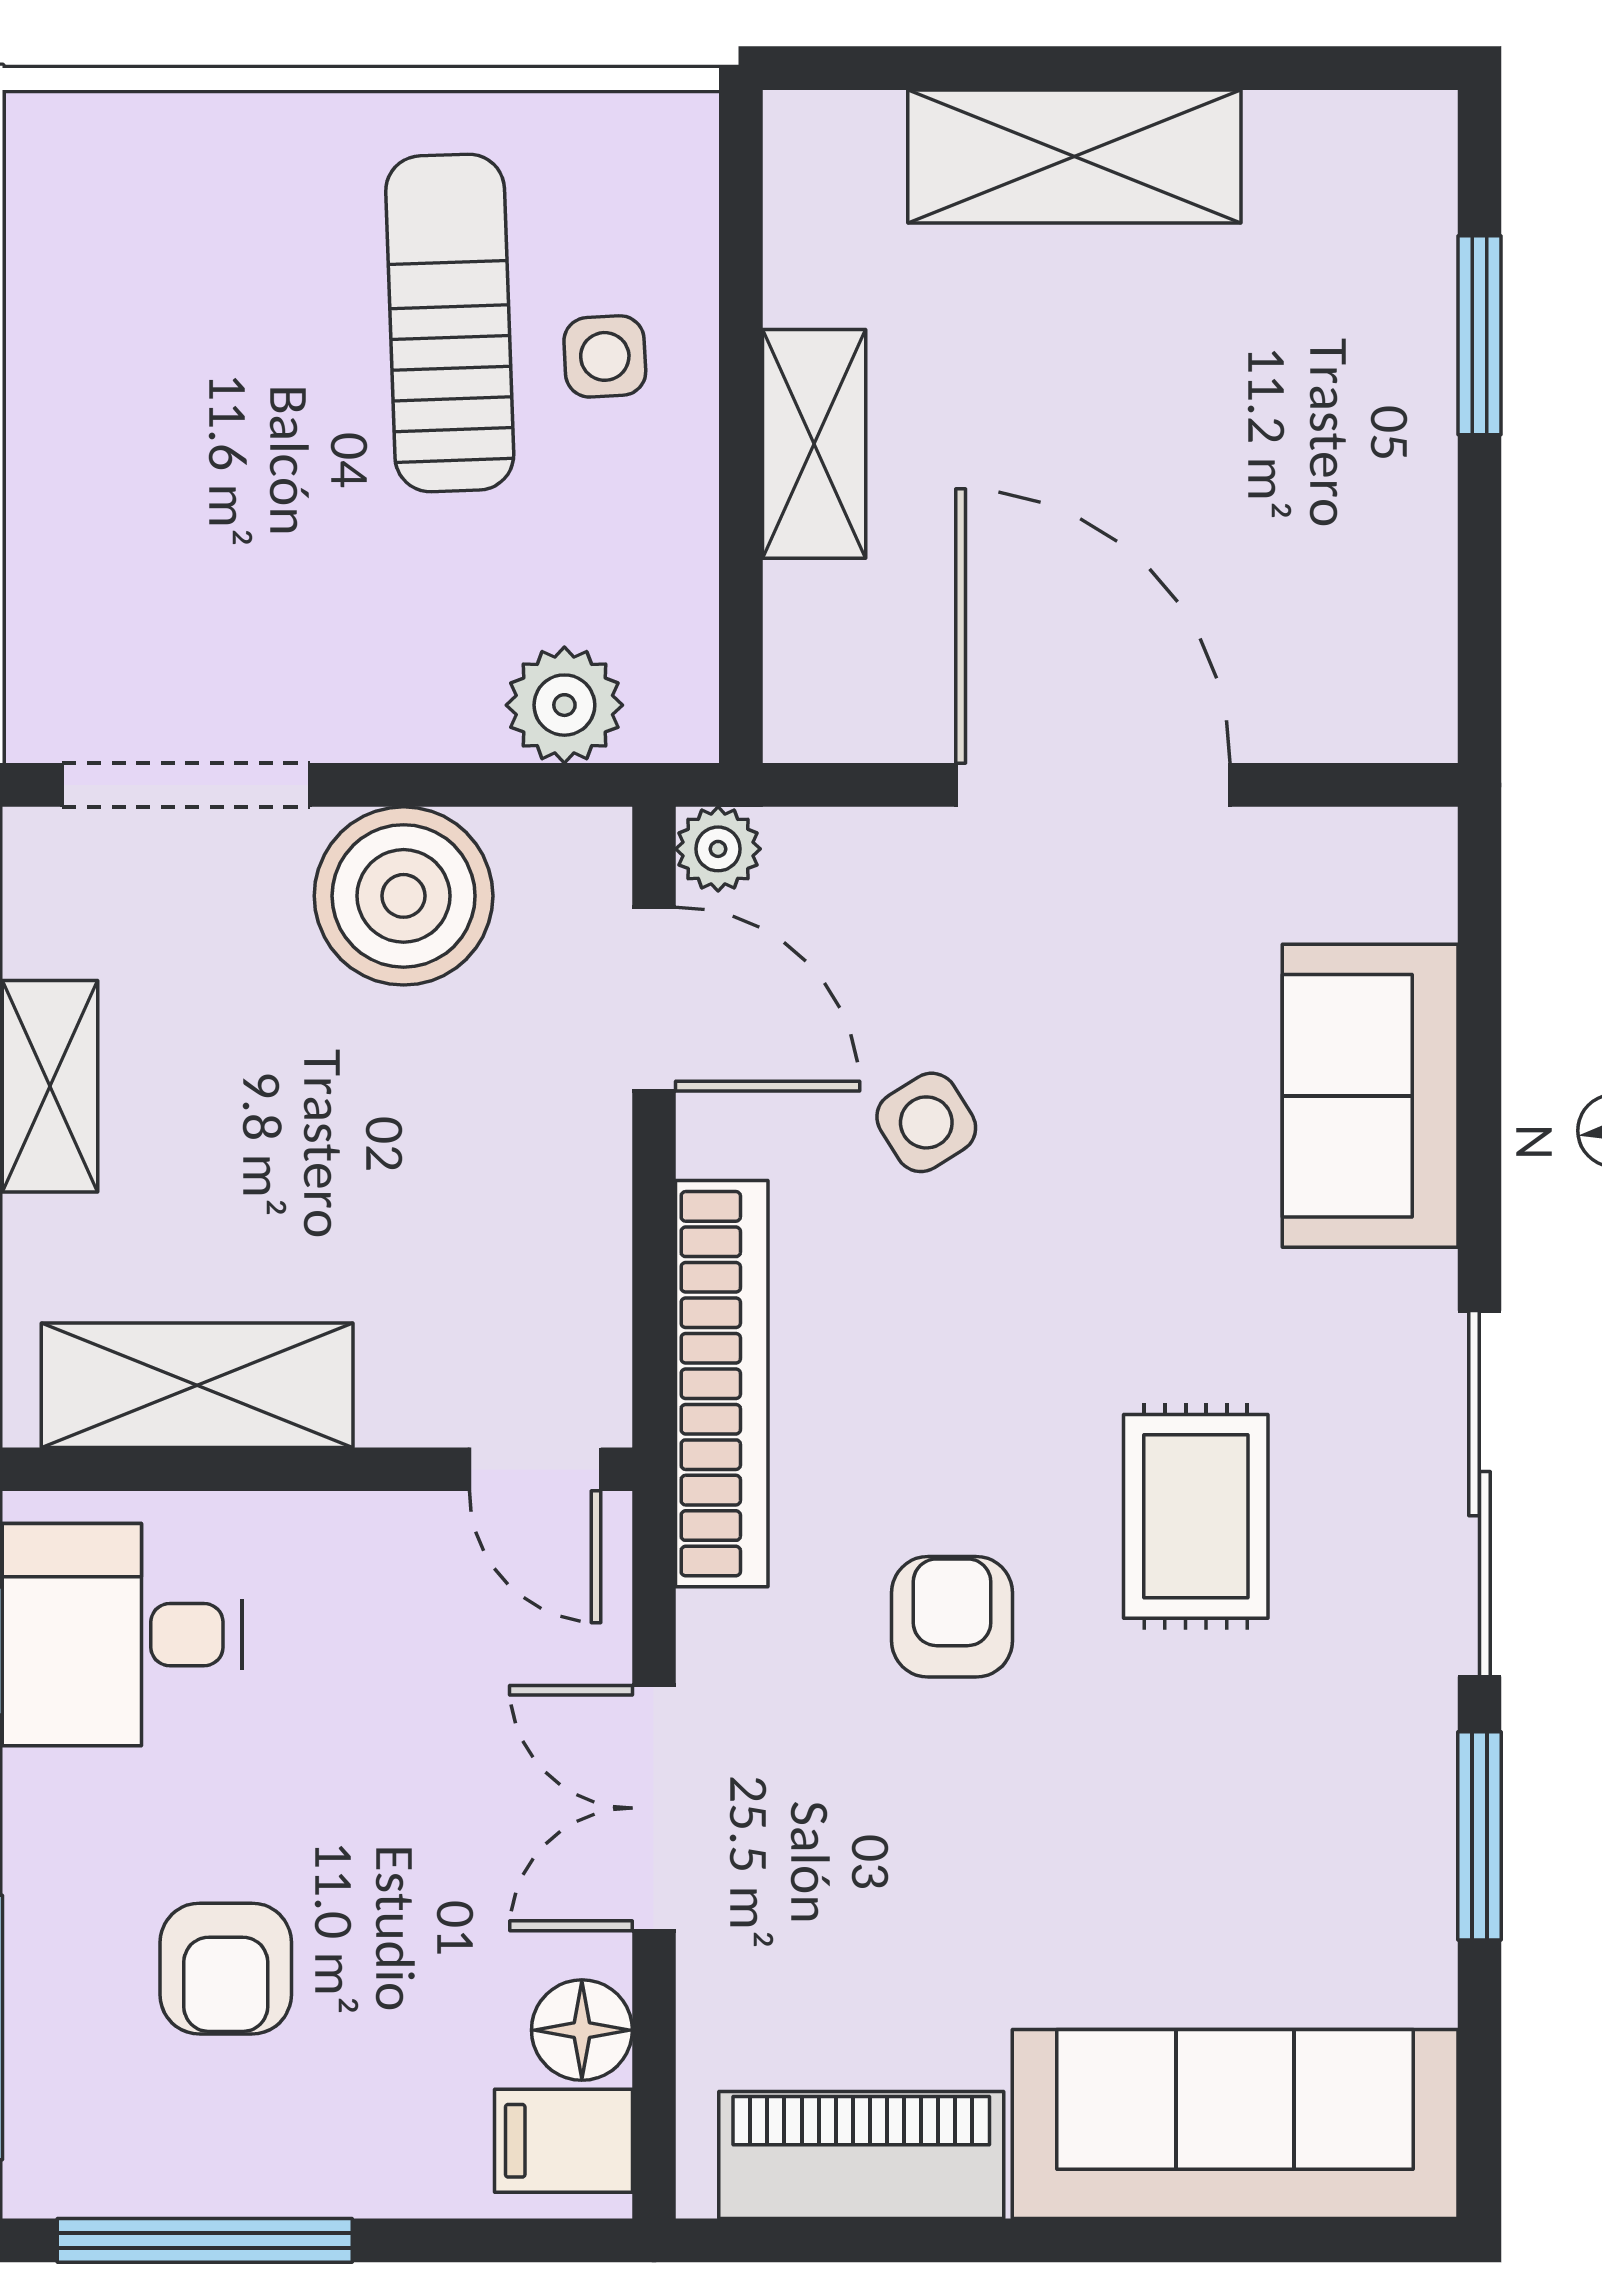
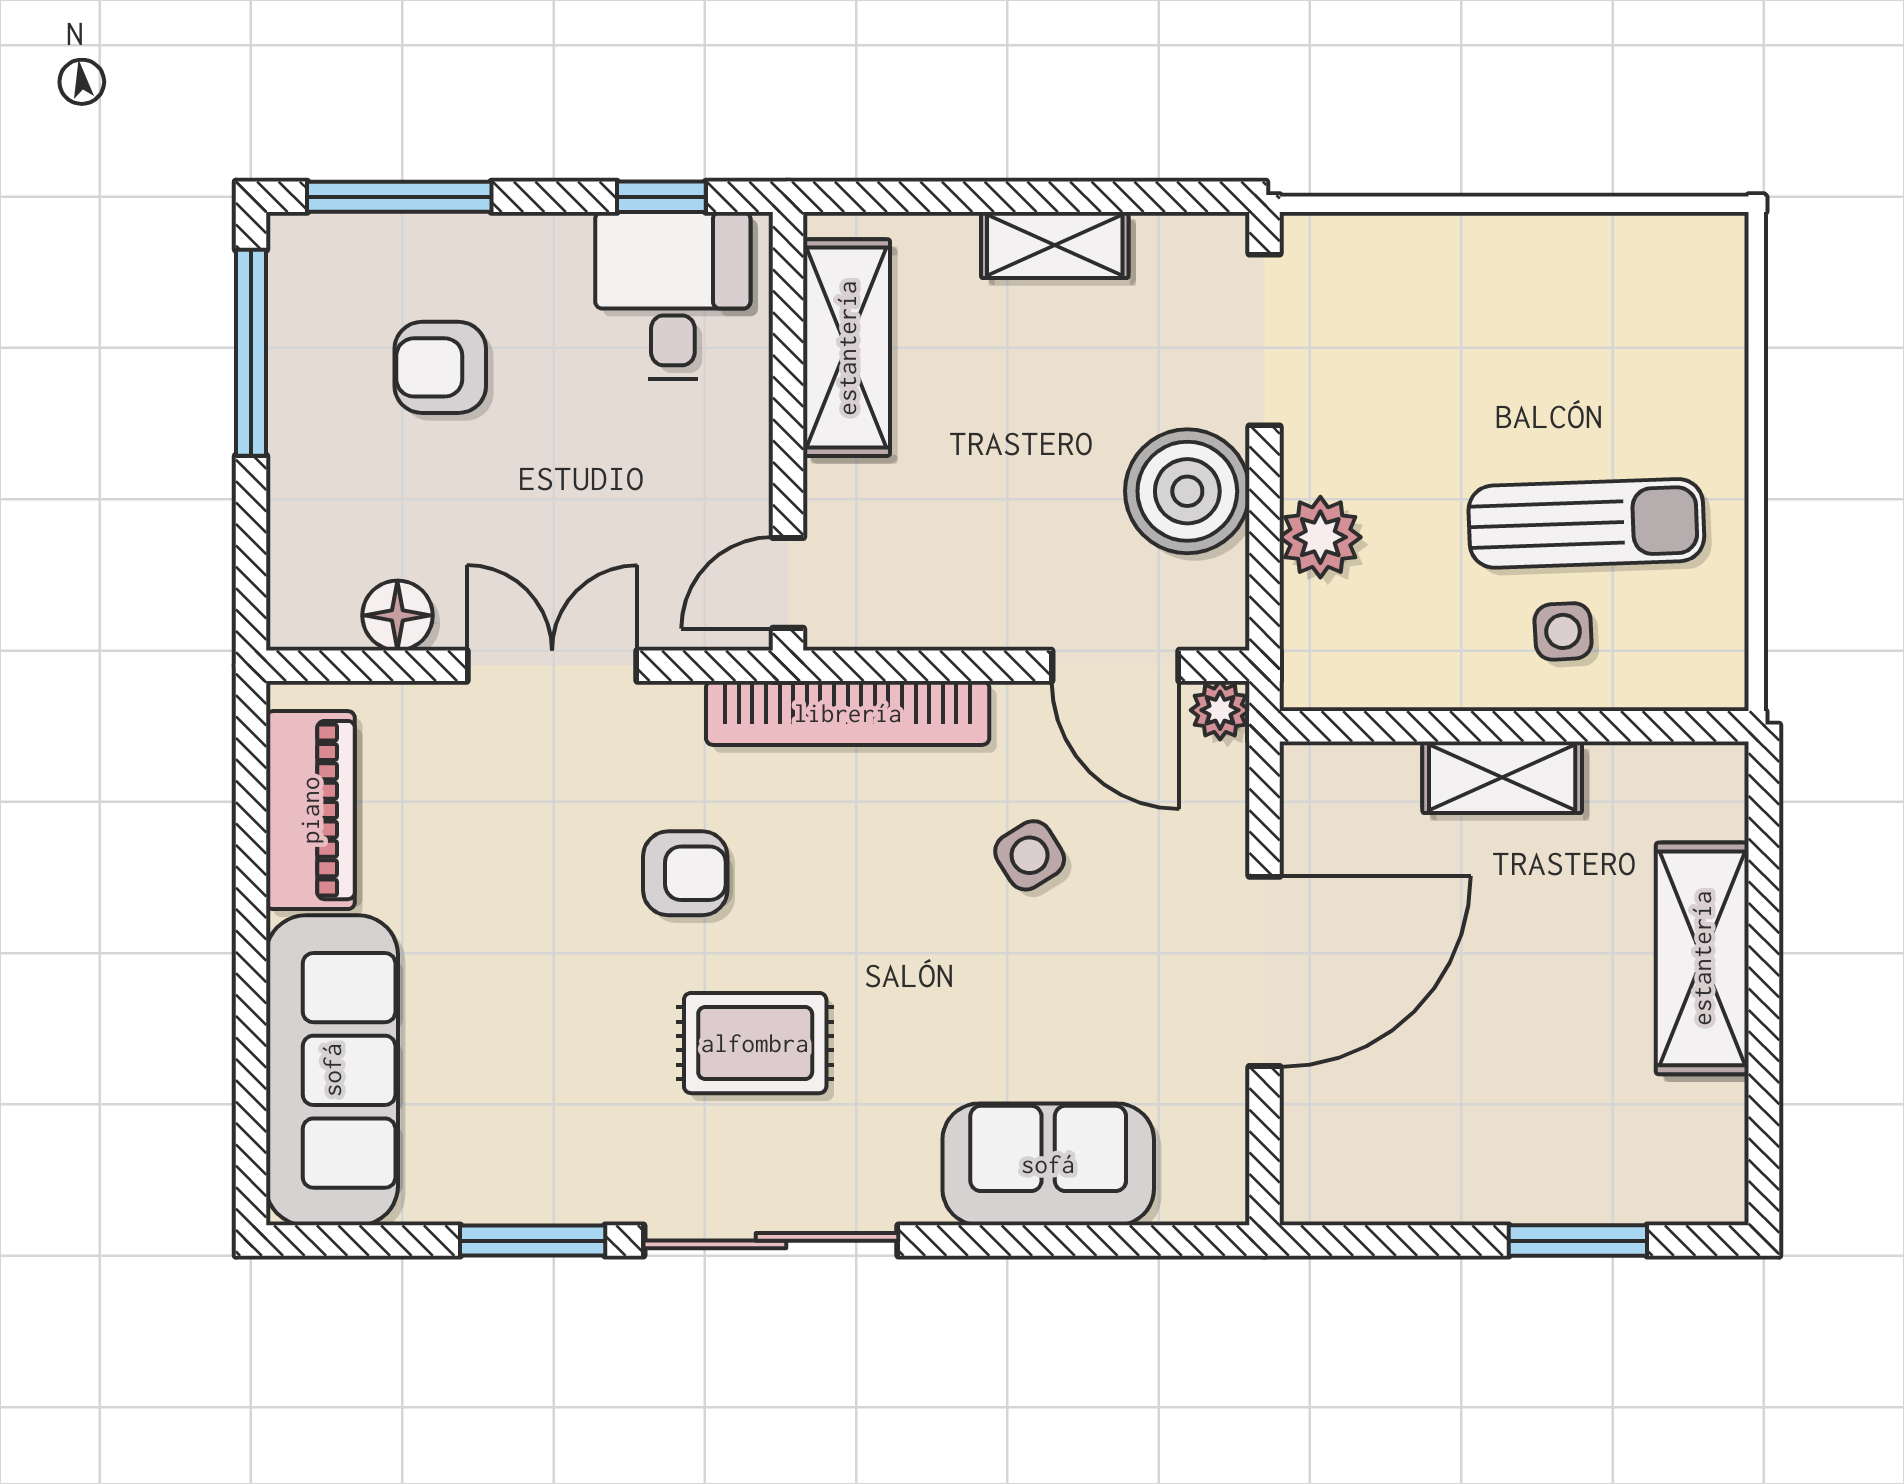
plant: (564, 705) -> (1320, 537), moved
door: (654, 999) -> (1115, 666), hinge flipped
filing cabinet: (563, 2141) -> (320, 603), removed

